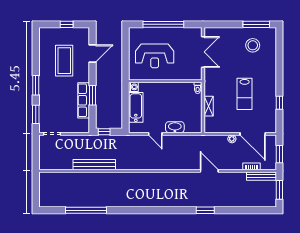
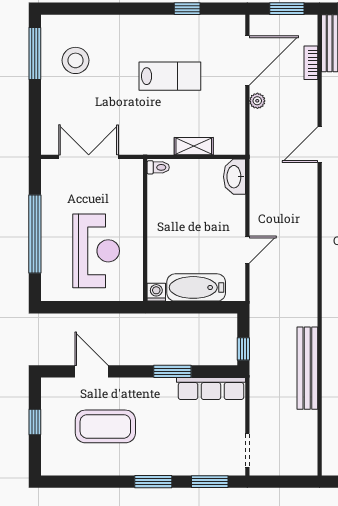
row of seats: (84, 100) -> (211, 389), moved
washbasin: (175, 127) -> (235, 177), moved

